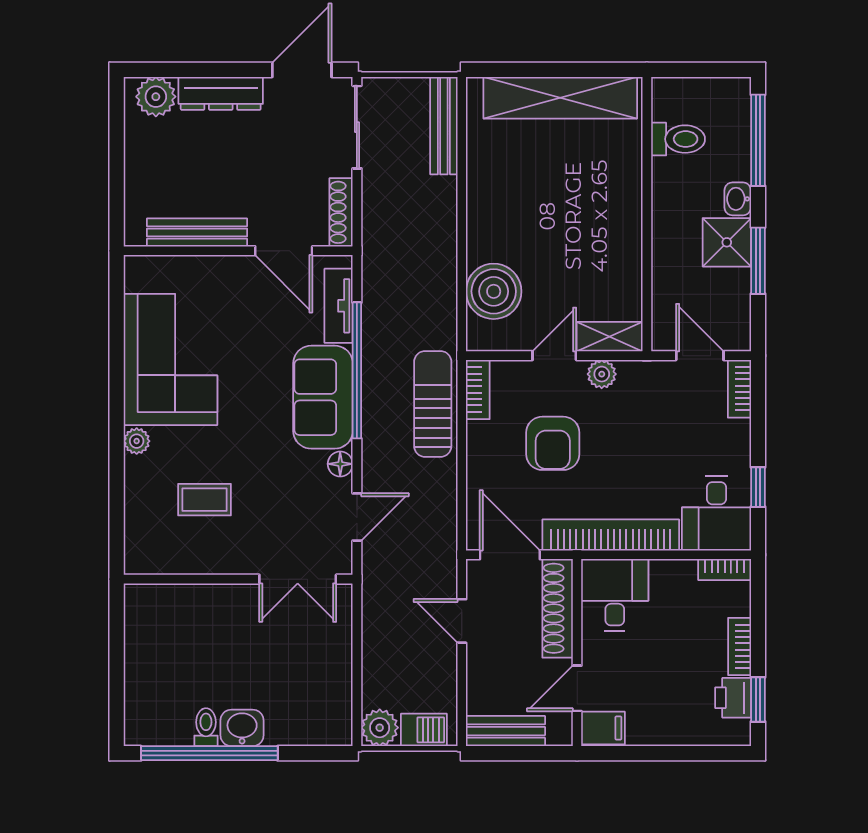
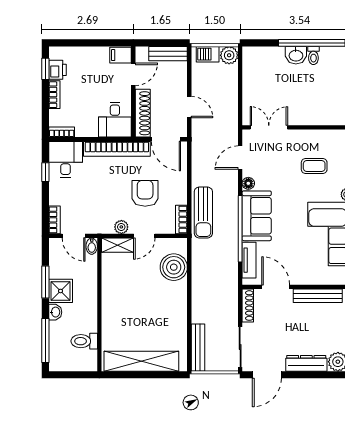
bidet: (663, 335) -> (92, 246), added

